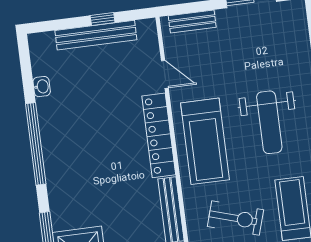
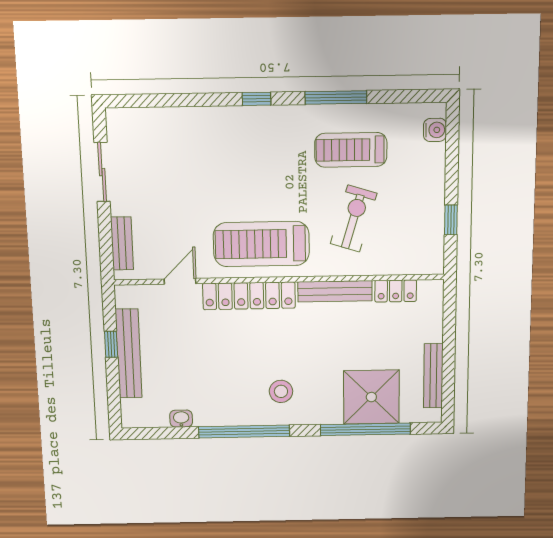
weight bench: (269, 122) -> (247, 166), removed
treadmill: (205, 141) -> (261, 244), turned 180
stool: (76, 173) -> (281, 391), added

